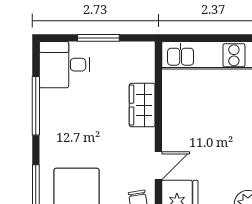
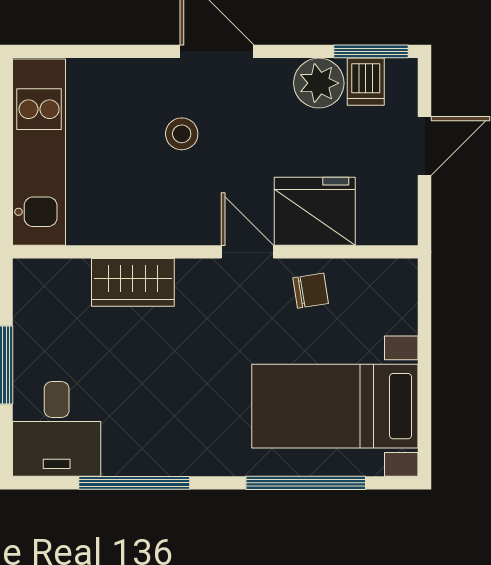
stool: (221, 131) -> (182, 134), added

